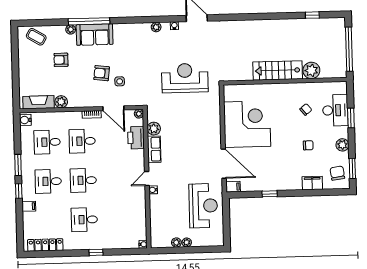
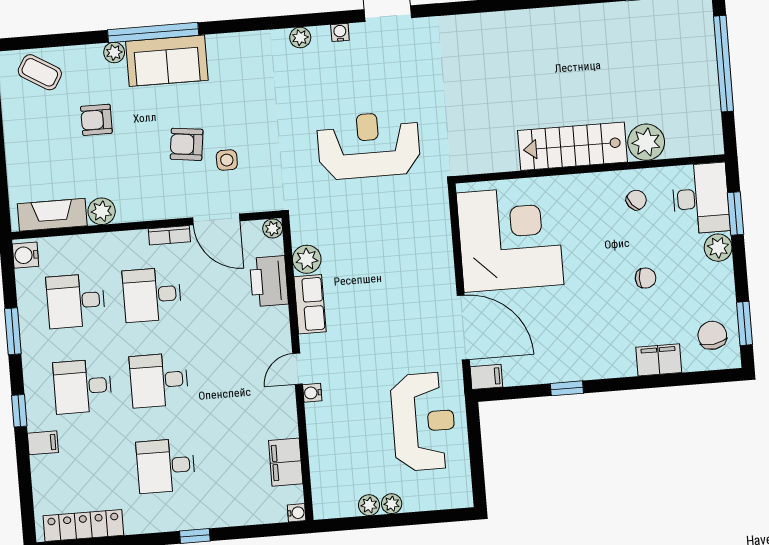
stairs: (278, 70) -> (572, 146), moved
plant: (311, 70) -> (646, 142), moved
wall: (285, 81) -> (590, 169), moved
plant: (342, 145) -> (718, 248), moved
window: (18, 165) -> (13, 331), moved
filing cabinet: (139, 221) -> (286, 462), added

